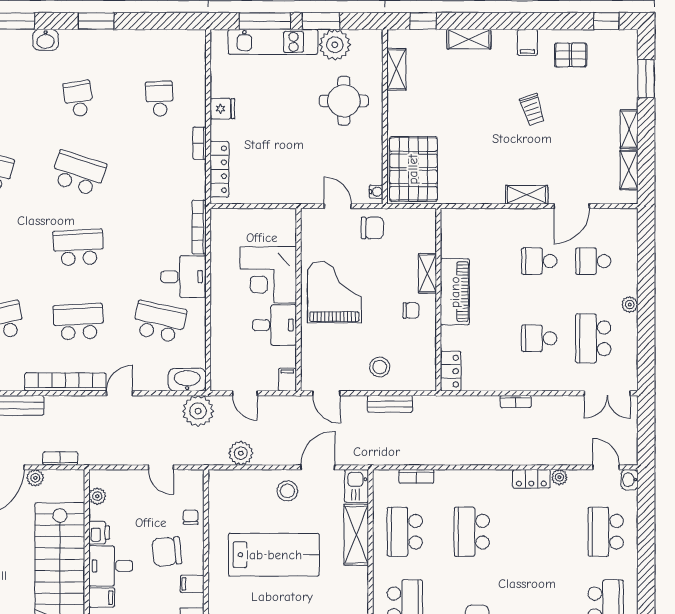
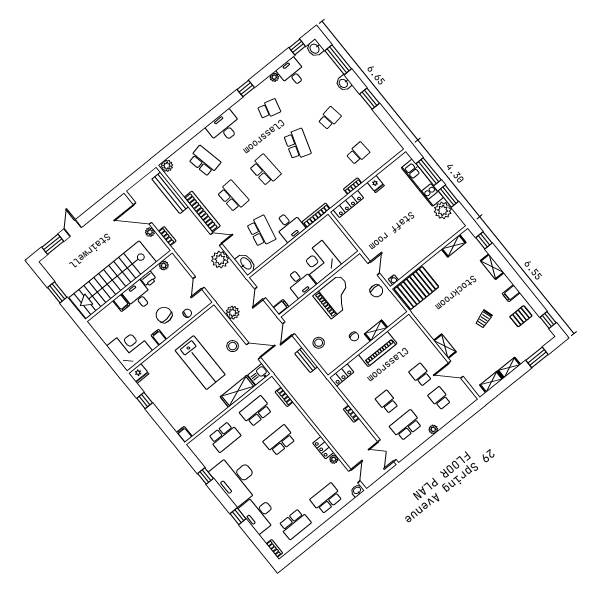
pallet: (571, 55) -> (521, 316), turned 90
round table: (344, 101) -> (422, 234), removed
plant: (198, 411) -> (220, 260), moved

